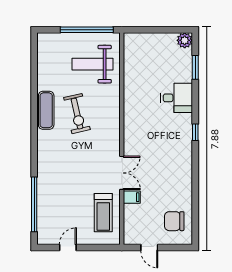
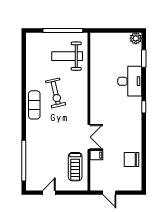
desk: (177, 98) -> (130, 81), width x1.37
exercise mat: (46, 110) -> (34, 105), moved
chair: (174, 221) -> (131, 159), moved

